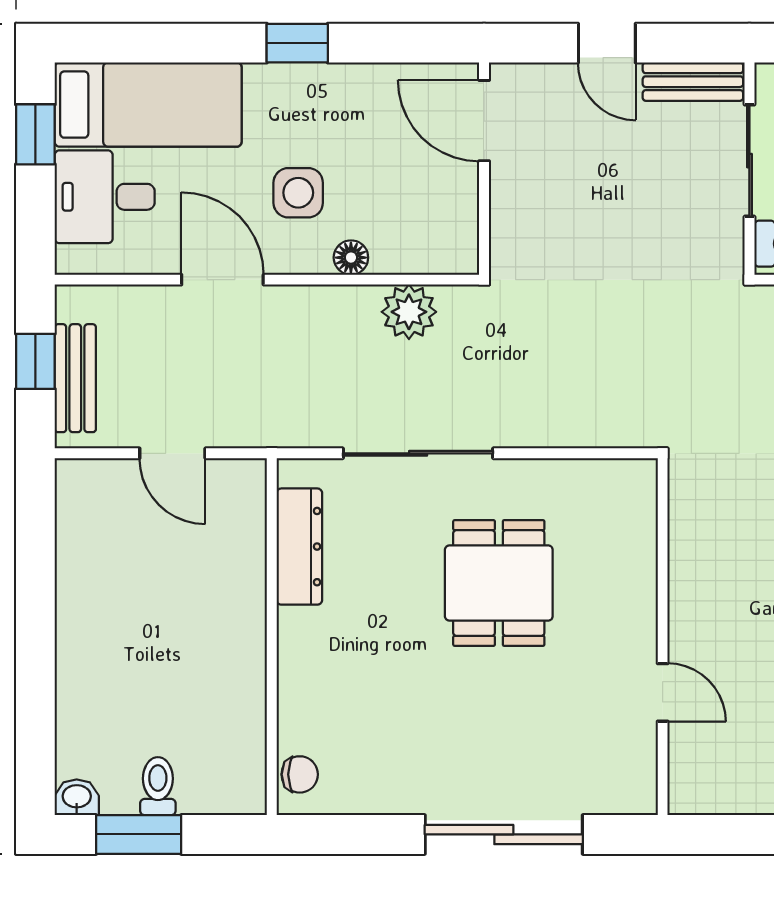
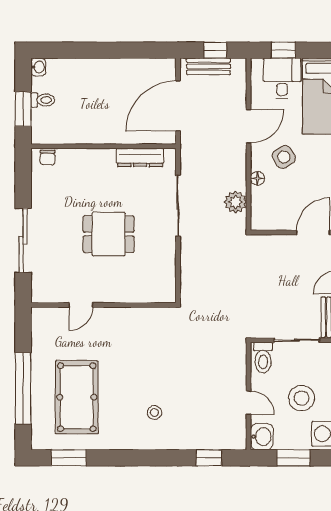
window: (35, 134) -> (283, 50), moved
side table: (298, 193) -> (284, 157), turned -34
door: (172, 453) -> (178, 106), width x1.88
dining table: (499, 583) -> (109, 234), moved
window: (139, 834) -> (23, 109), moved

